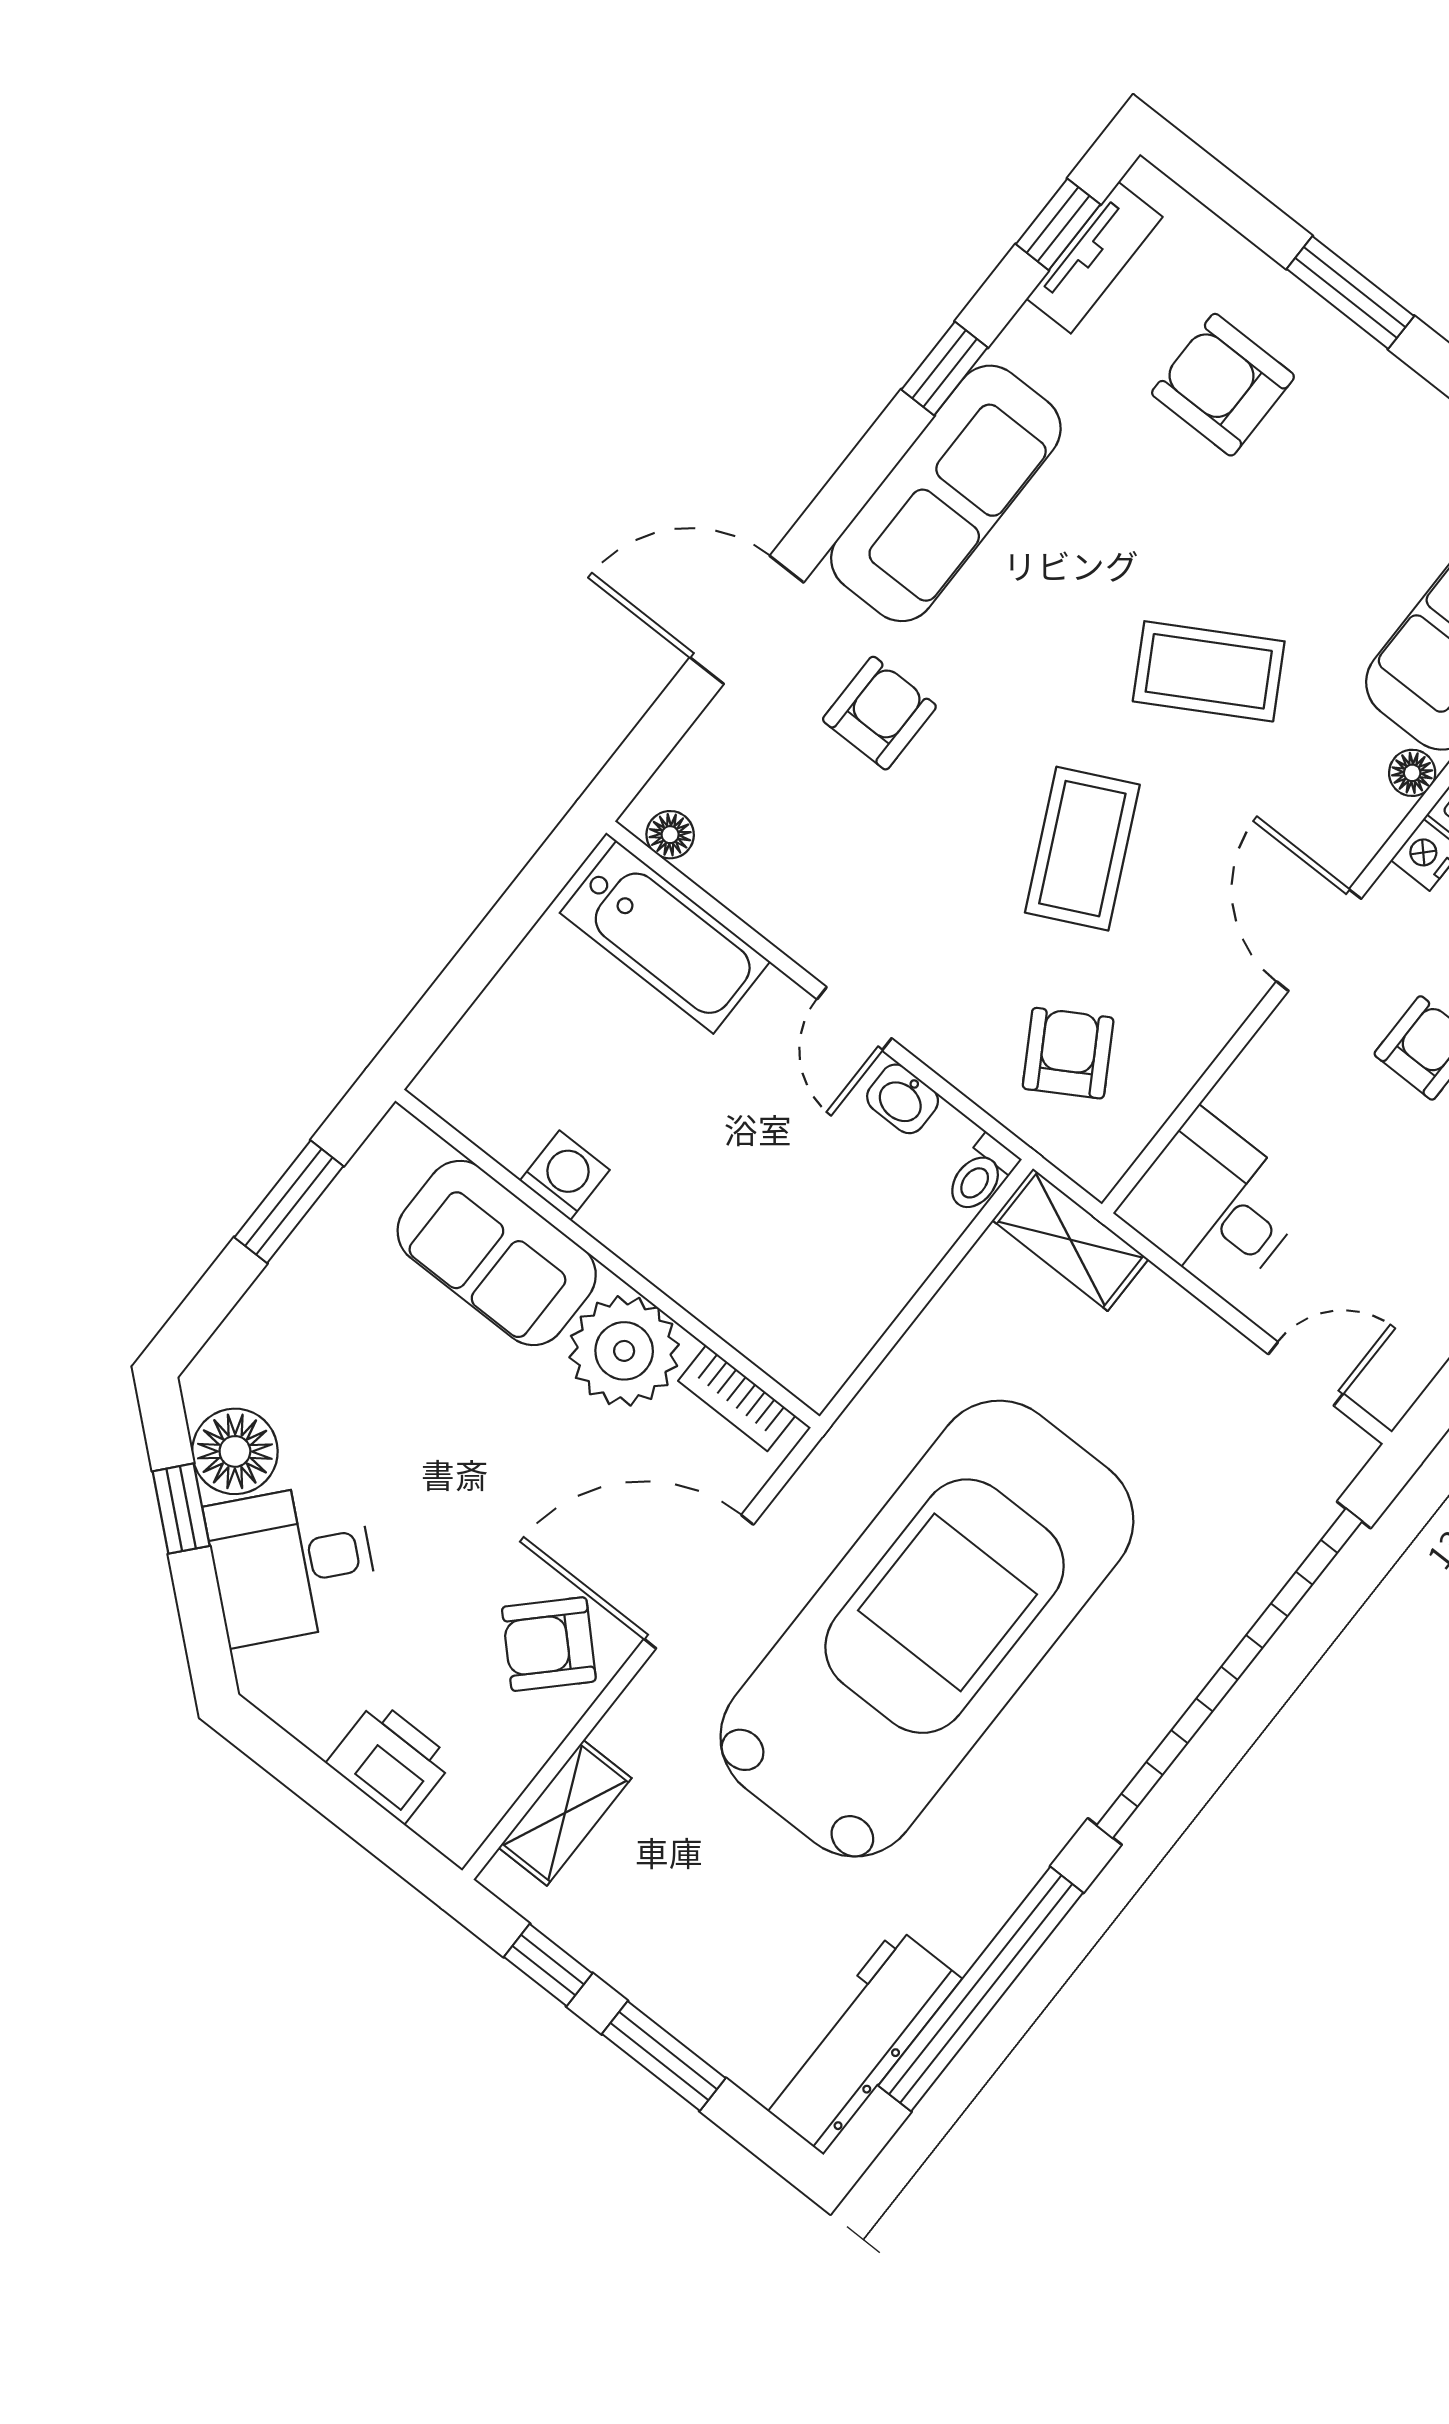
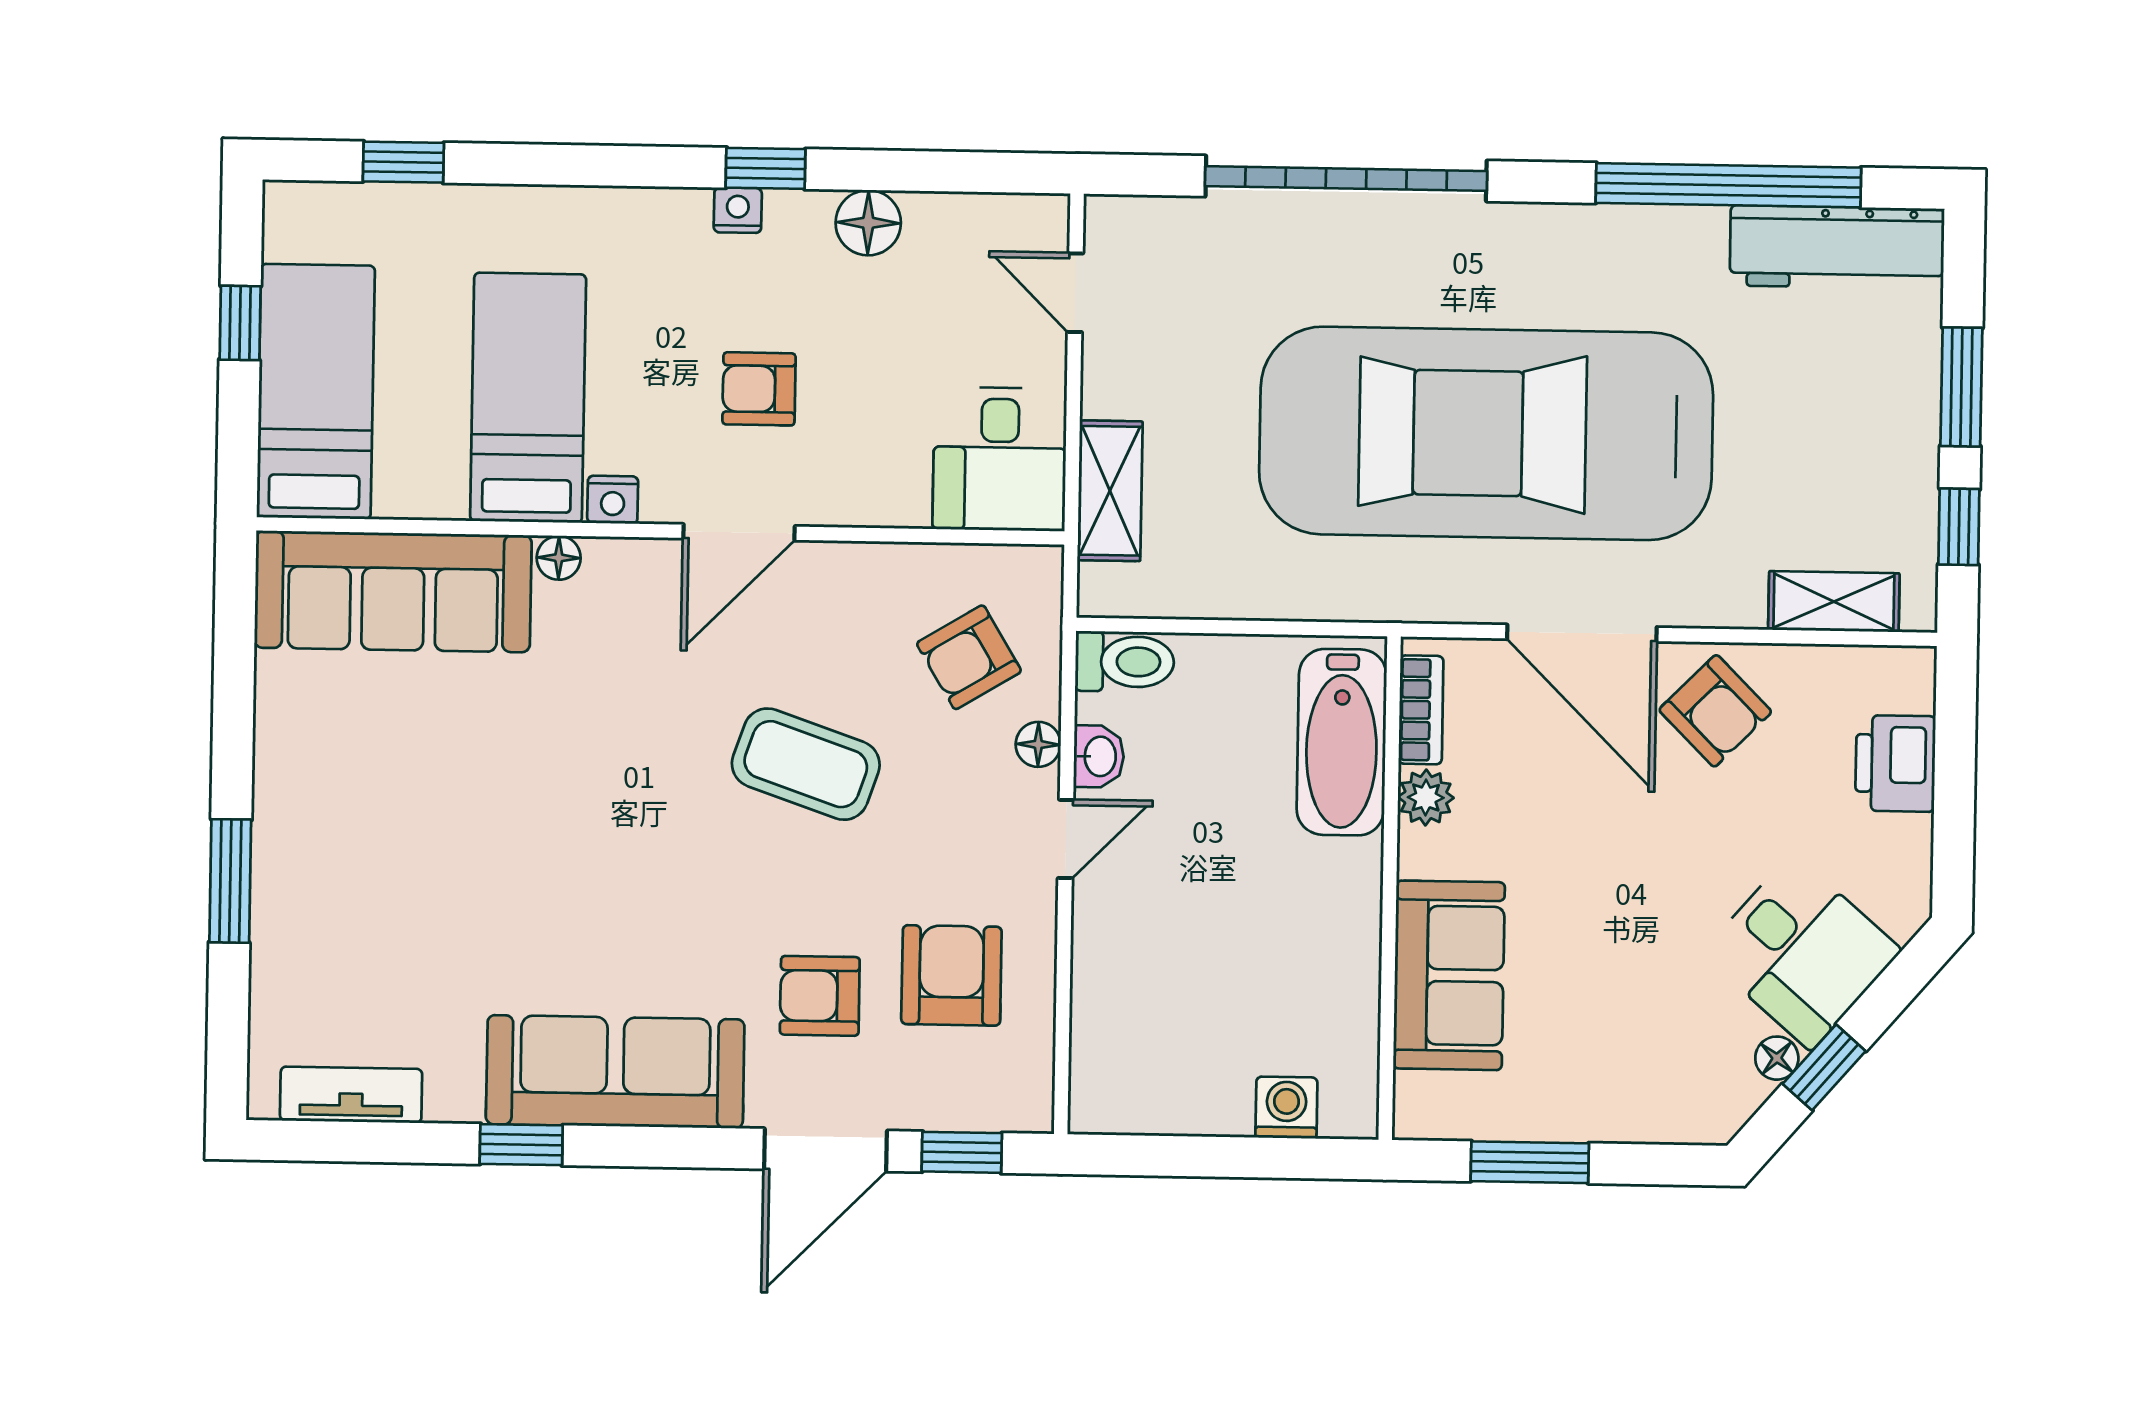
window: (1058, 224) -> (962, 1152), moved
armchair: (1223, 385) -> (951, 975), moved, turned 180
door: (747, 620) -> (825, 1150), hinge flipped
coffee table: (1209, 671) -> (599, 770), removed
floor lamp: (670, 835) -> (1038, 744), moved
coffee table: (1082, 849) -> (806, 764), turned 45
bathtub: (665, 937) -> (1342, 742), moved, turned 180
washing machine: (565, 1175) -> (1286, 1108), moved, turned 90
toilet: (981, 1175) -> (1125, 662), width x1.37, depth x1.39
shelving: (1070, 1240) -> (1110, 491), moved
plant: (624, 1351) -> (1426, 797), width x0.53, depth x0.53
floor lamp: (235, 1451) -> (1777, 1058), width x0.53, depth x0.53
garage door: (1229, 1673) -> (1346, 179), width x0.73

